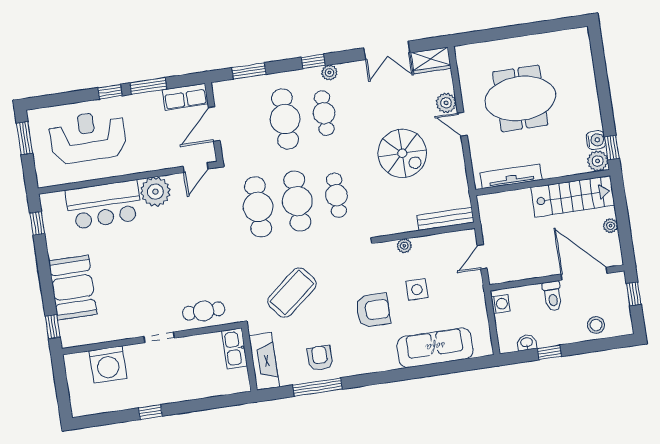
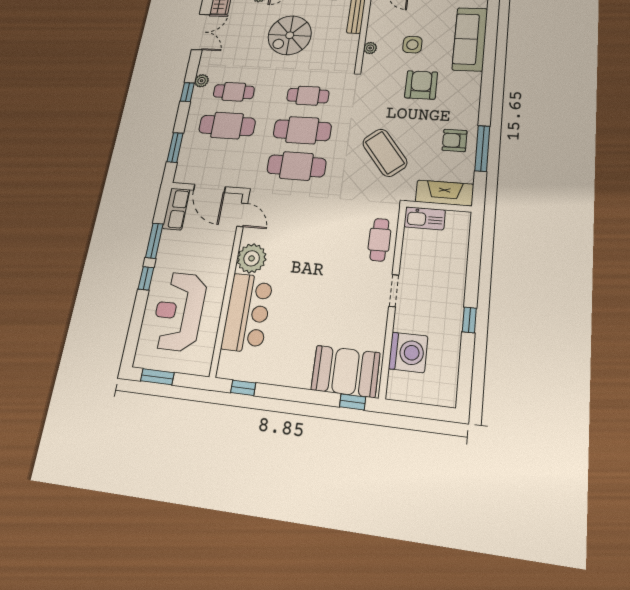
spiral stairs: (402, 153) -> (290, 35), turned 180
booth: (73, 288) -> (346, 371), moved

